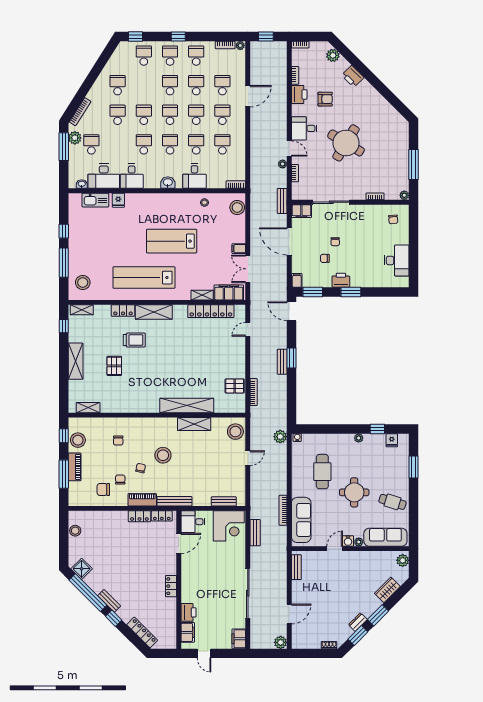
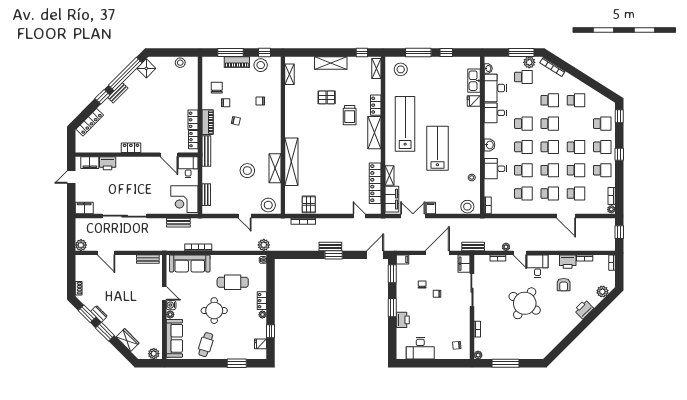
door: (289, 148) -> (520, 253), hinge flipped
printer: (341, 280) -> (403, 320), moved
locker: (343, 439) -> (262, 301), added
stool: (163, 455) -> (247, 171), moved

